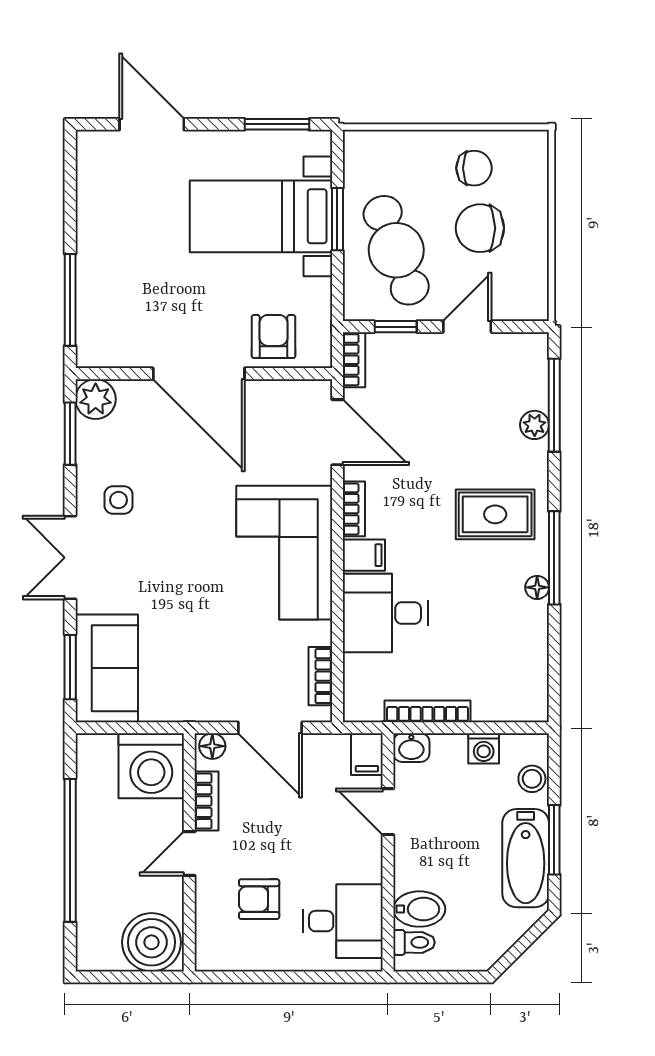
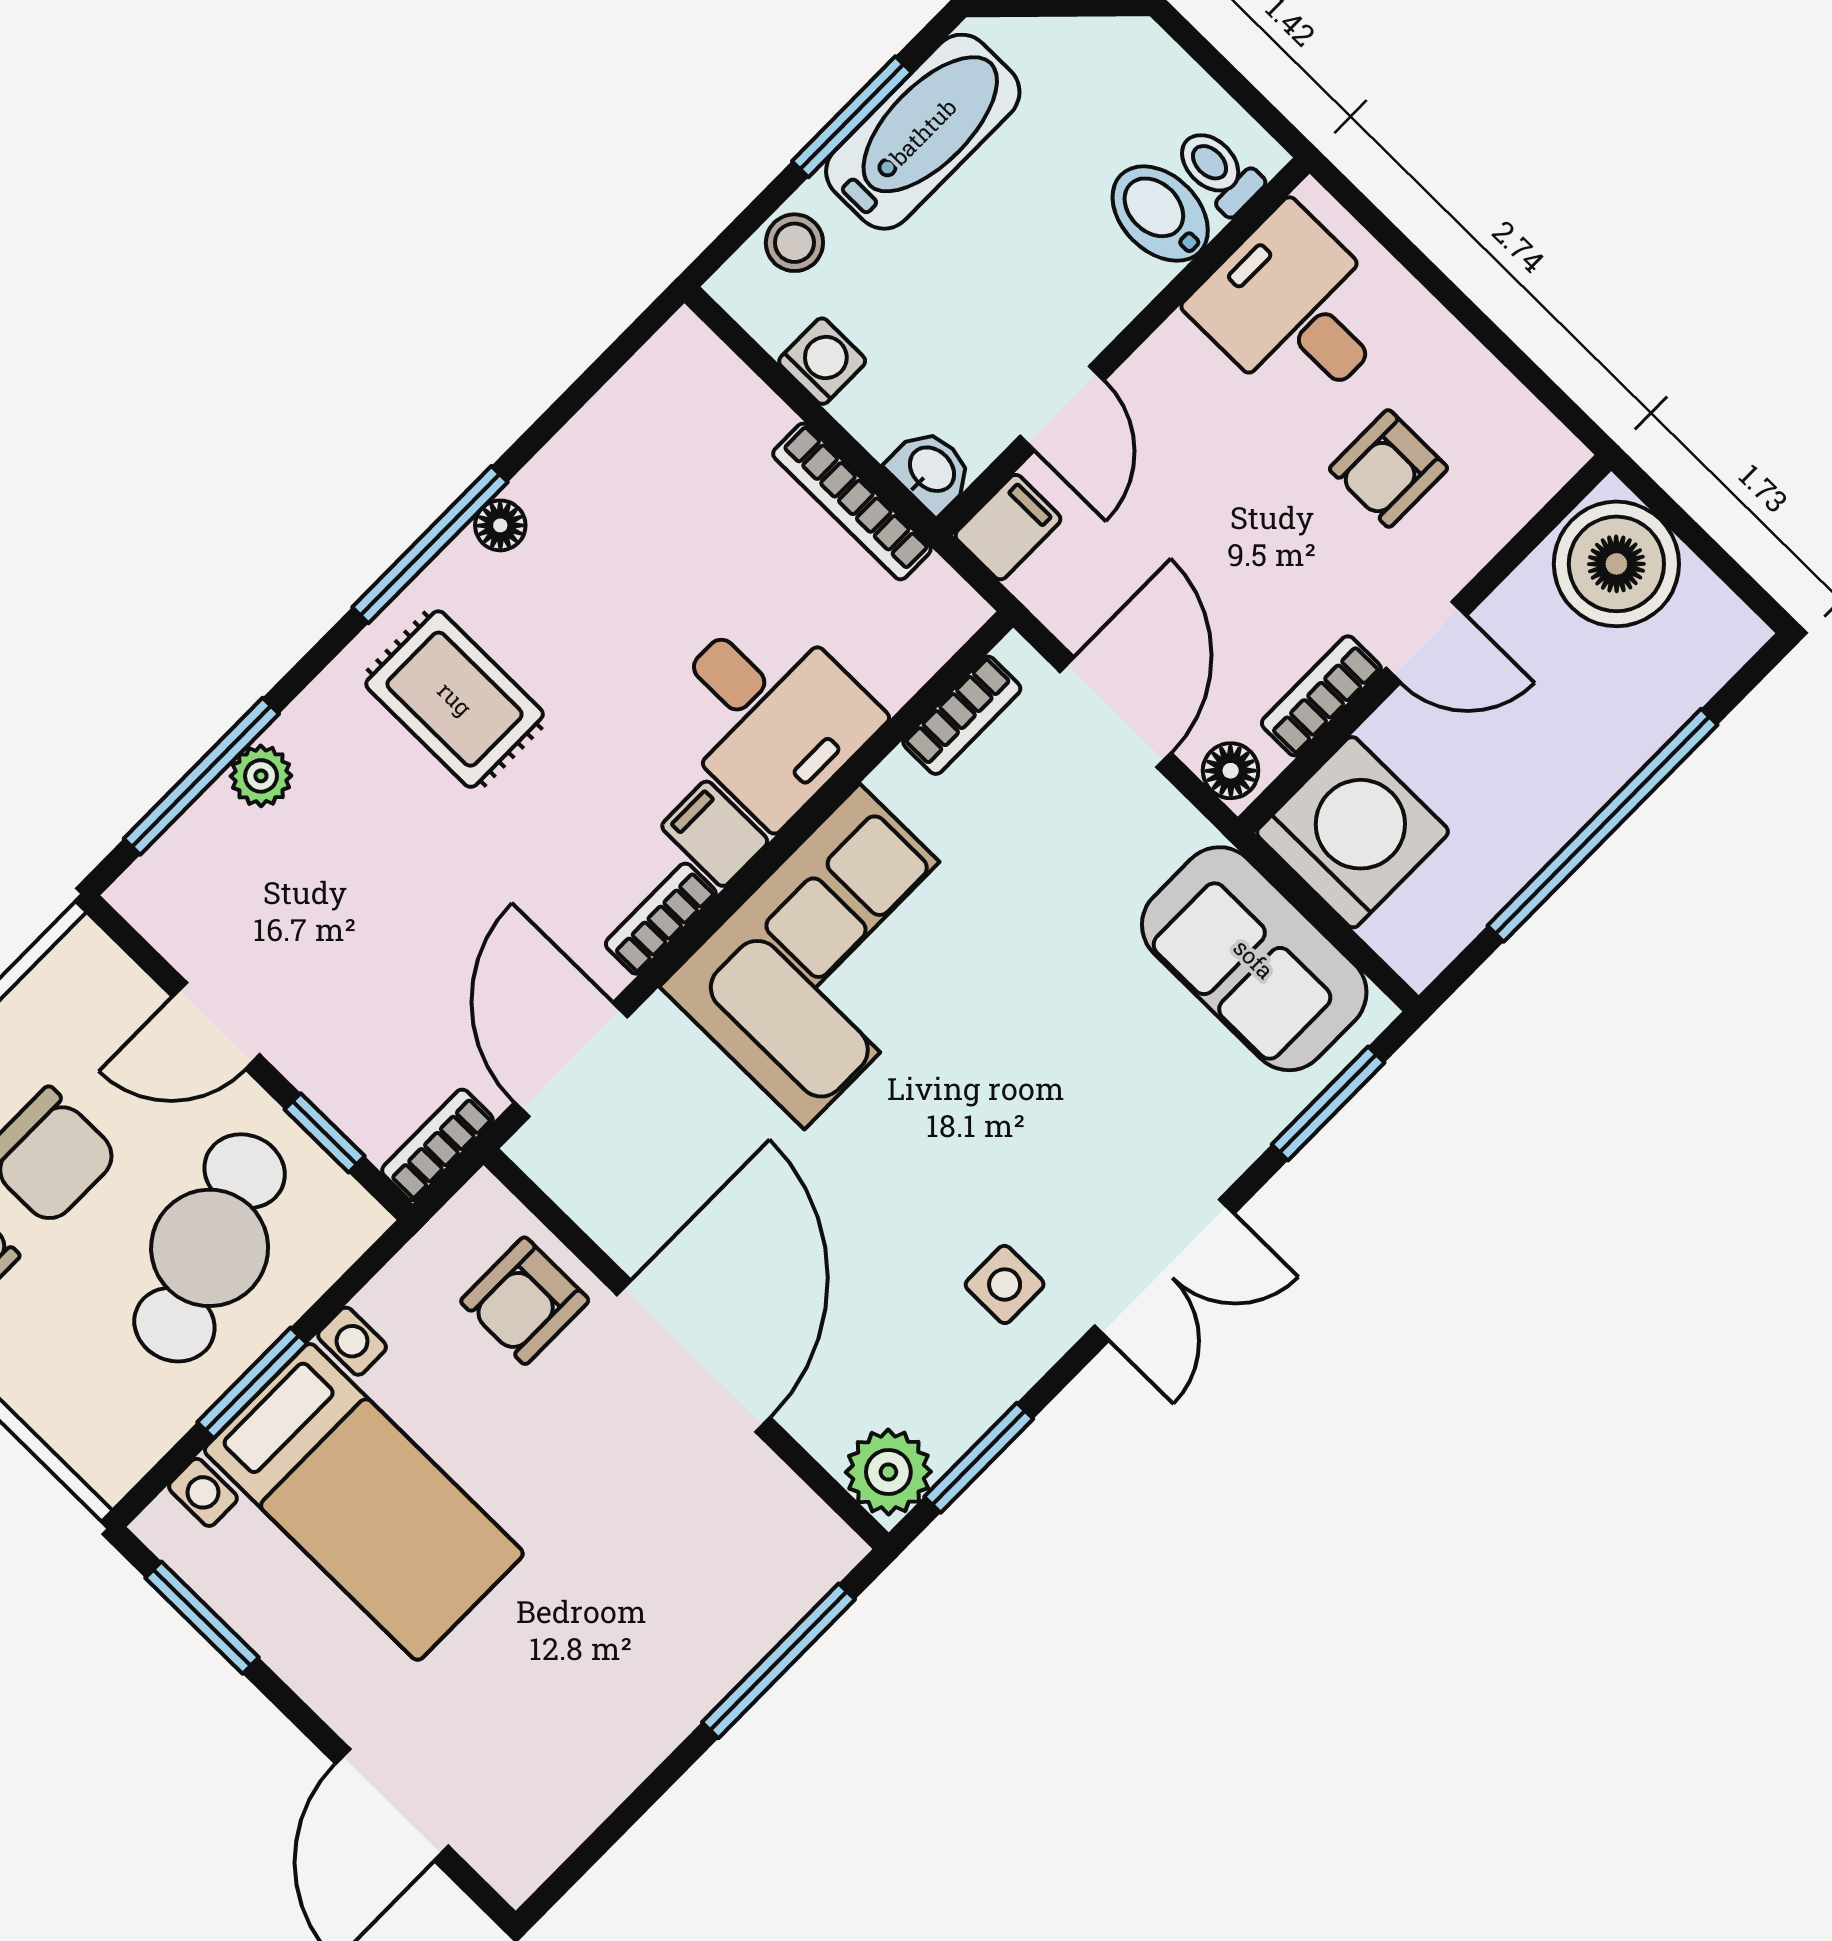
sofa: (107, 668) -> (1254, 959), moved, turned -90
armchair: (259, 899) -> (1388, 469), turned 90

